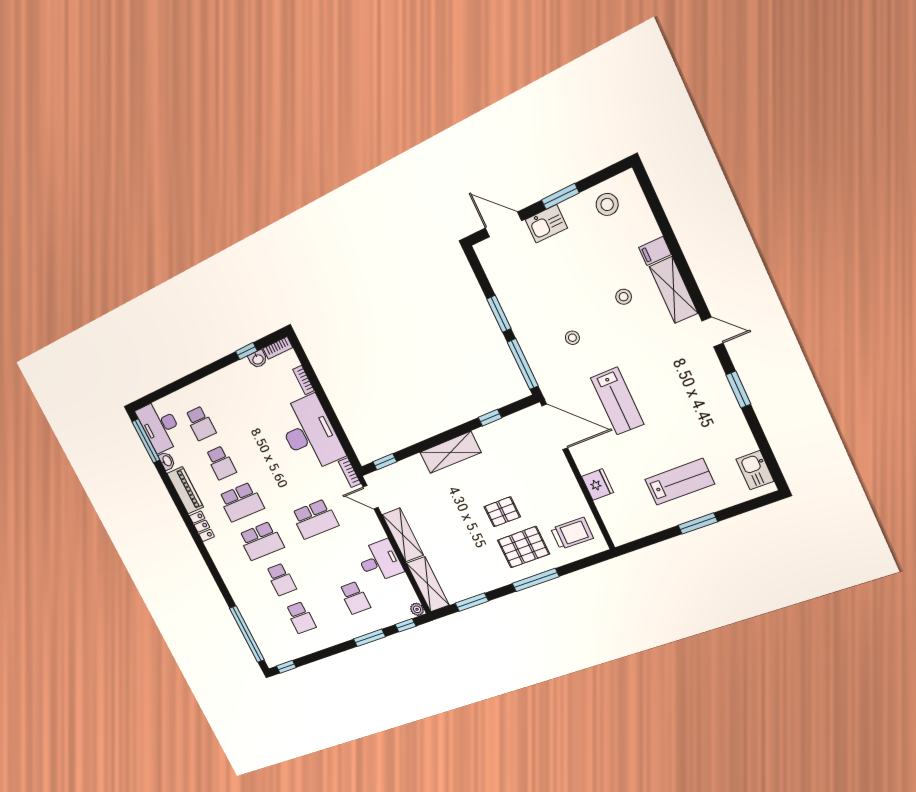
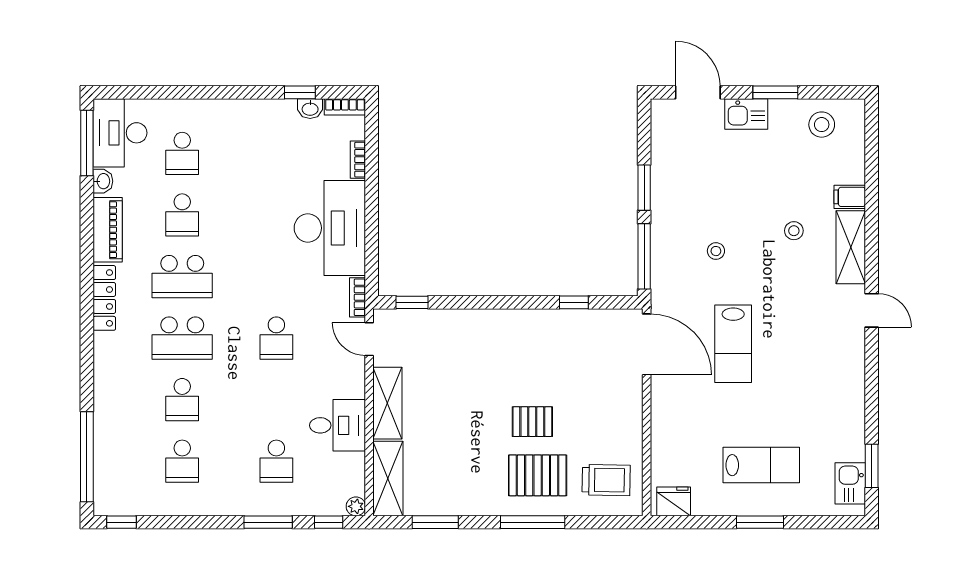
window: (738, 390) -> (872, 466), moved
shelving: (450, 452) -> (503, 324), removed
fridge: (597, 484) -> (674, 501), moved, turned -90
school desk: (315, 519) -> (276, 338), width x0.54
locker: (202, 526) -> (104, 298), width x1.53

